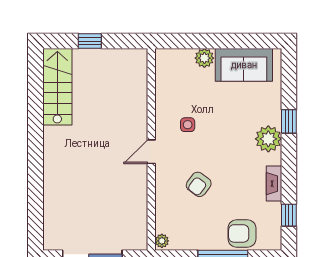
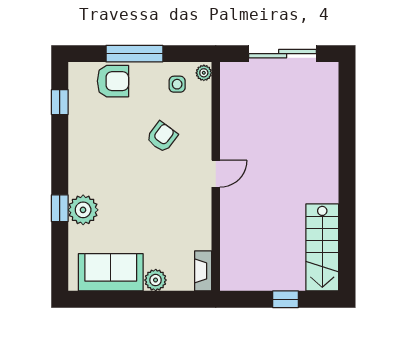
side table: (188, 125) -> (177, 84), moved
plant: (268, 139) -> (83, 210), moved
fireplace: (274, 184) -> (203, 271), moved, turned 180

